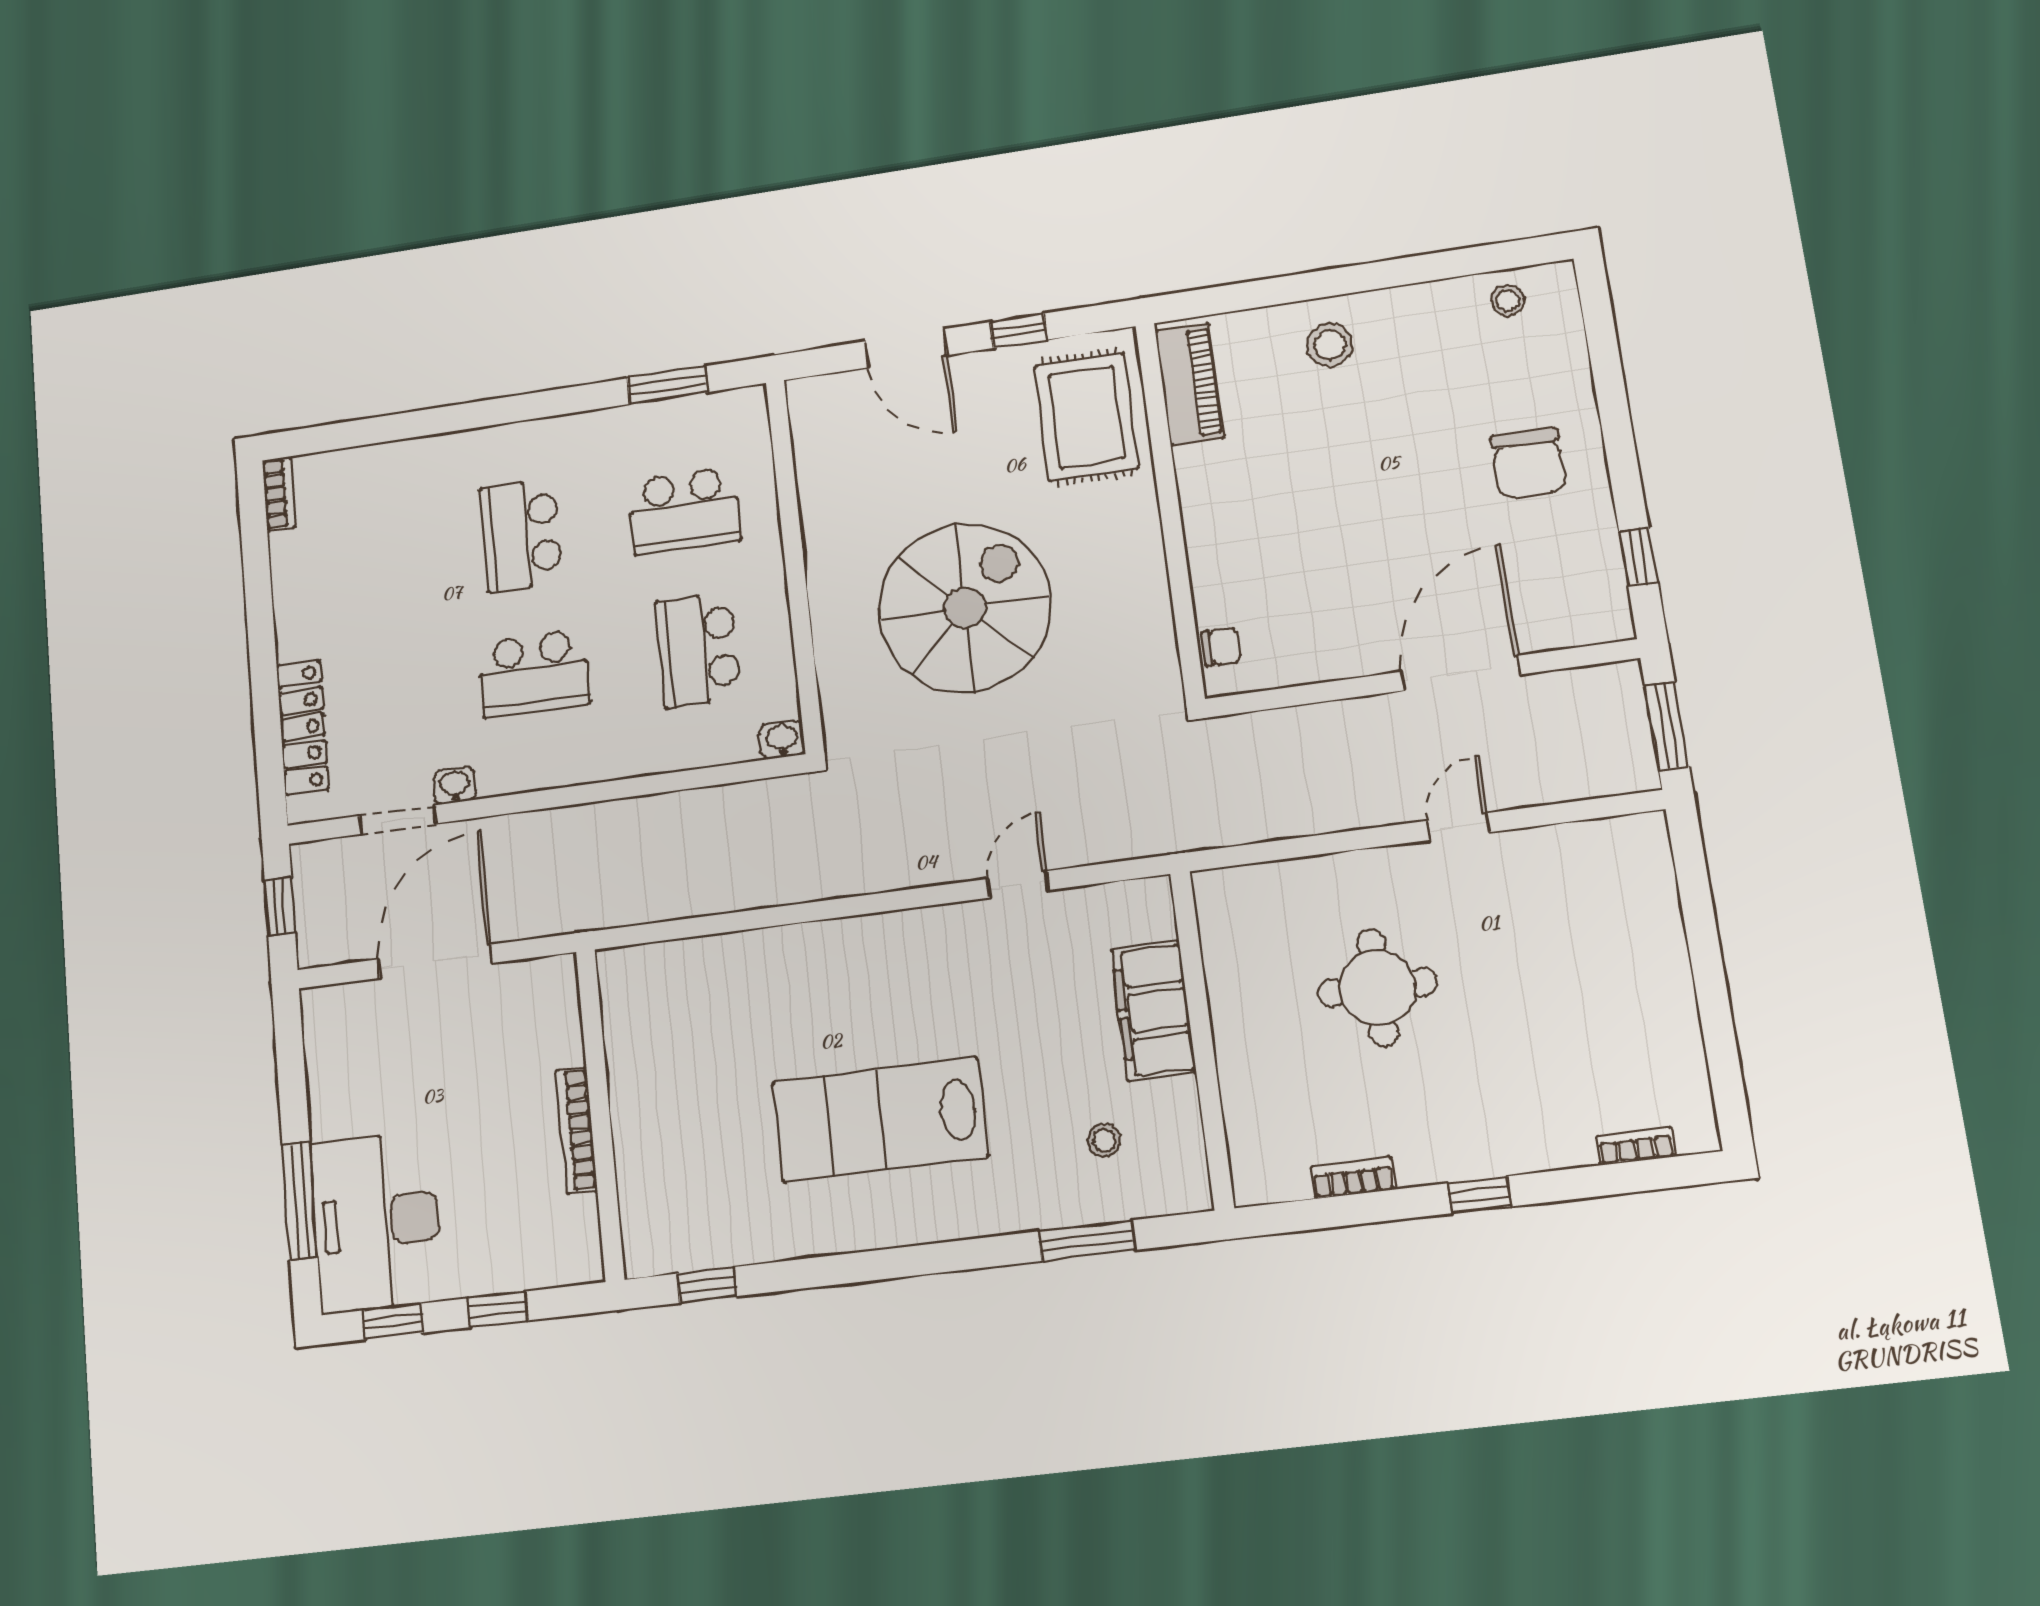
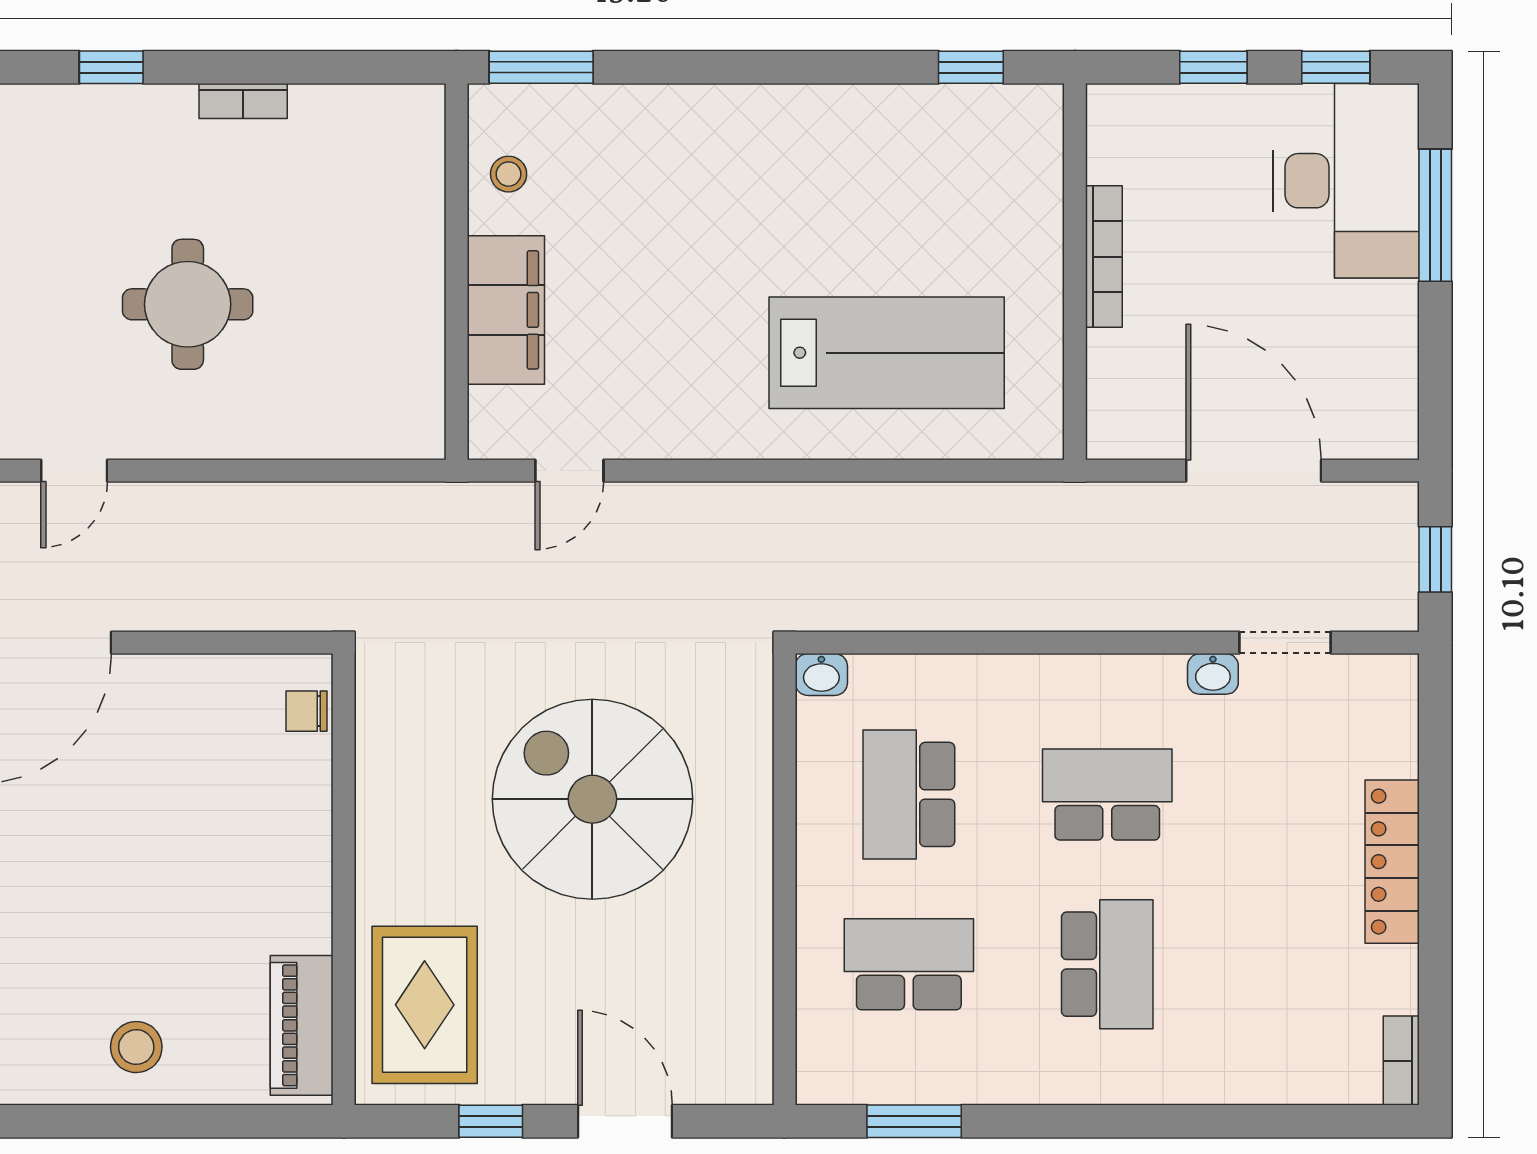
spiral stairs: (965, 608) -> (592, 799), turned 90
school desk: (698, 650) -> (909, 794), turned 180
locker: (303, 727) -> (1392, 862), moved
door: (435, 961) -> (1254, 471), swing flipped
filing cabinet: (1153, 1011) -> (506, 310), moved
wall: (1202, 1039) -> (457, 272), moved
lab bench: (880, 1120) -> (887, 353), moved

